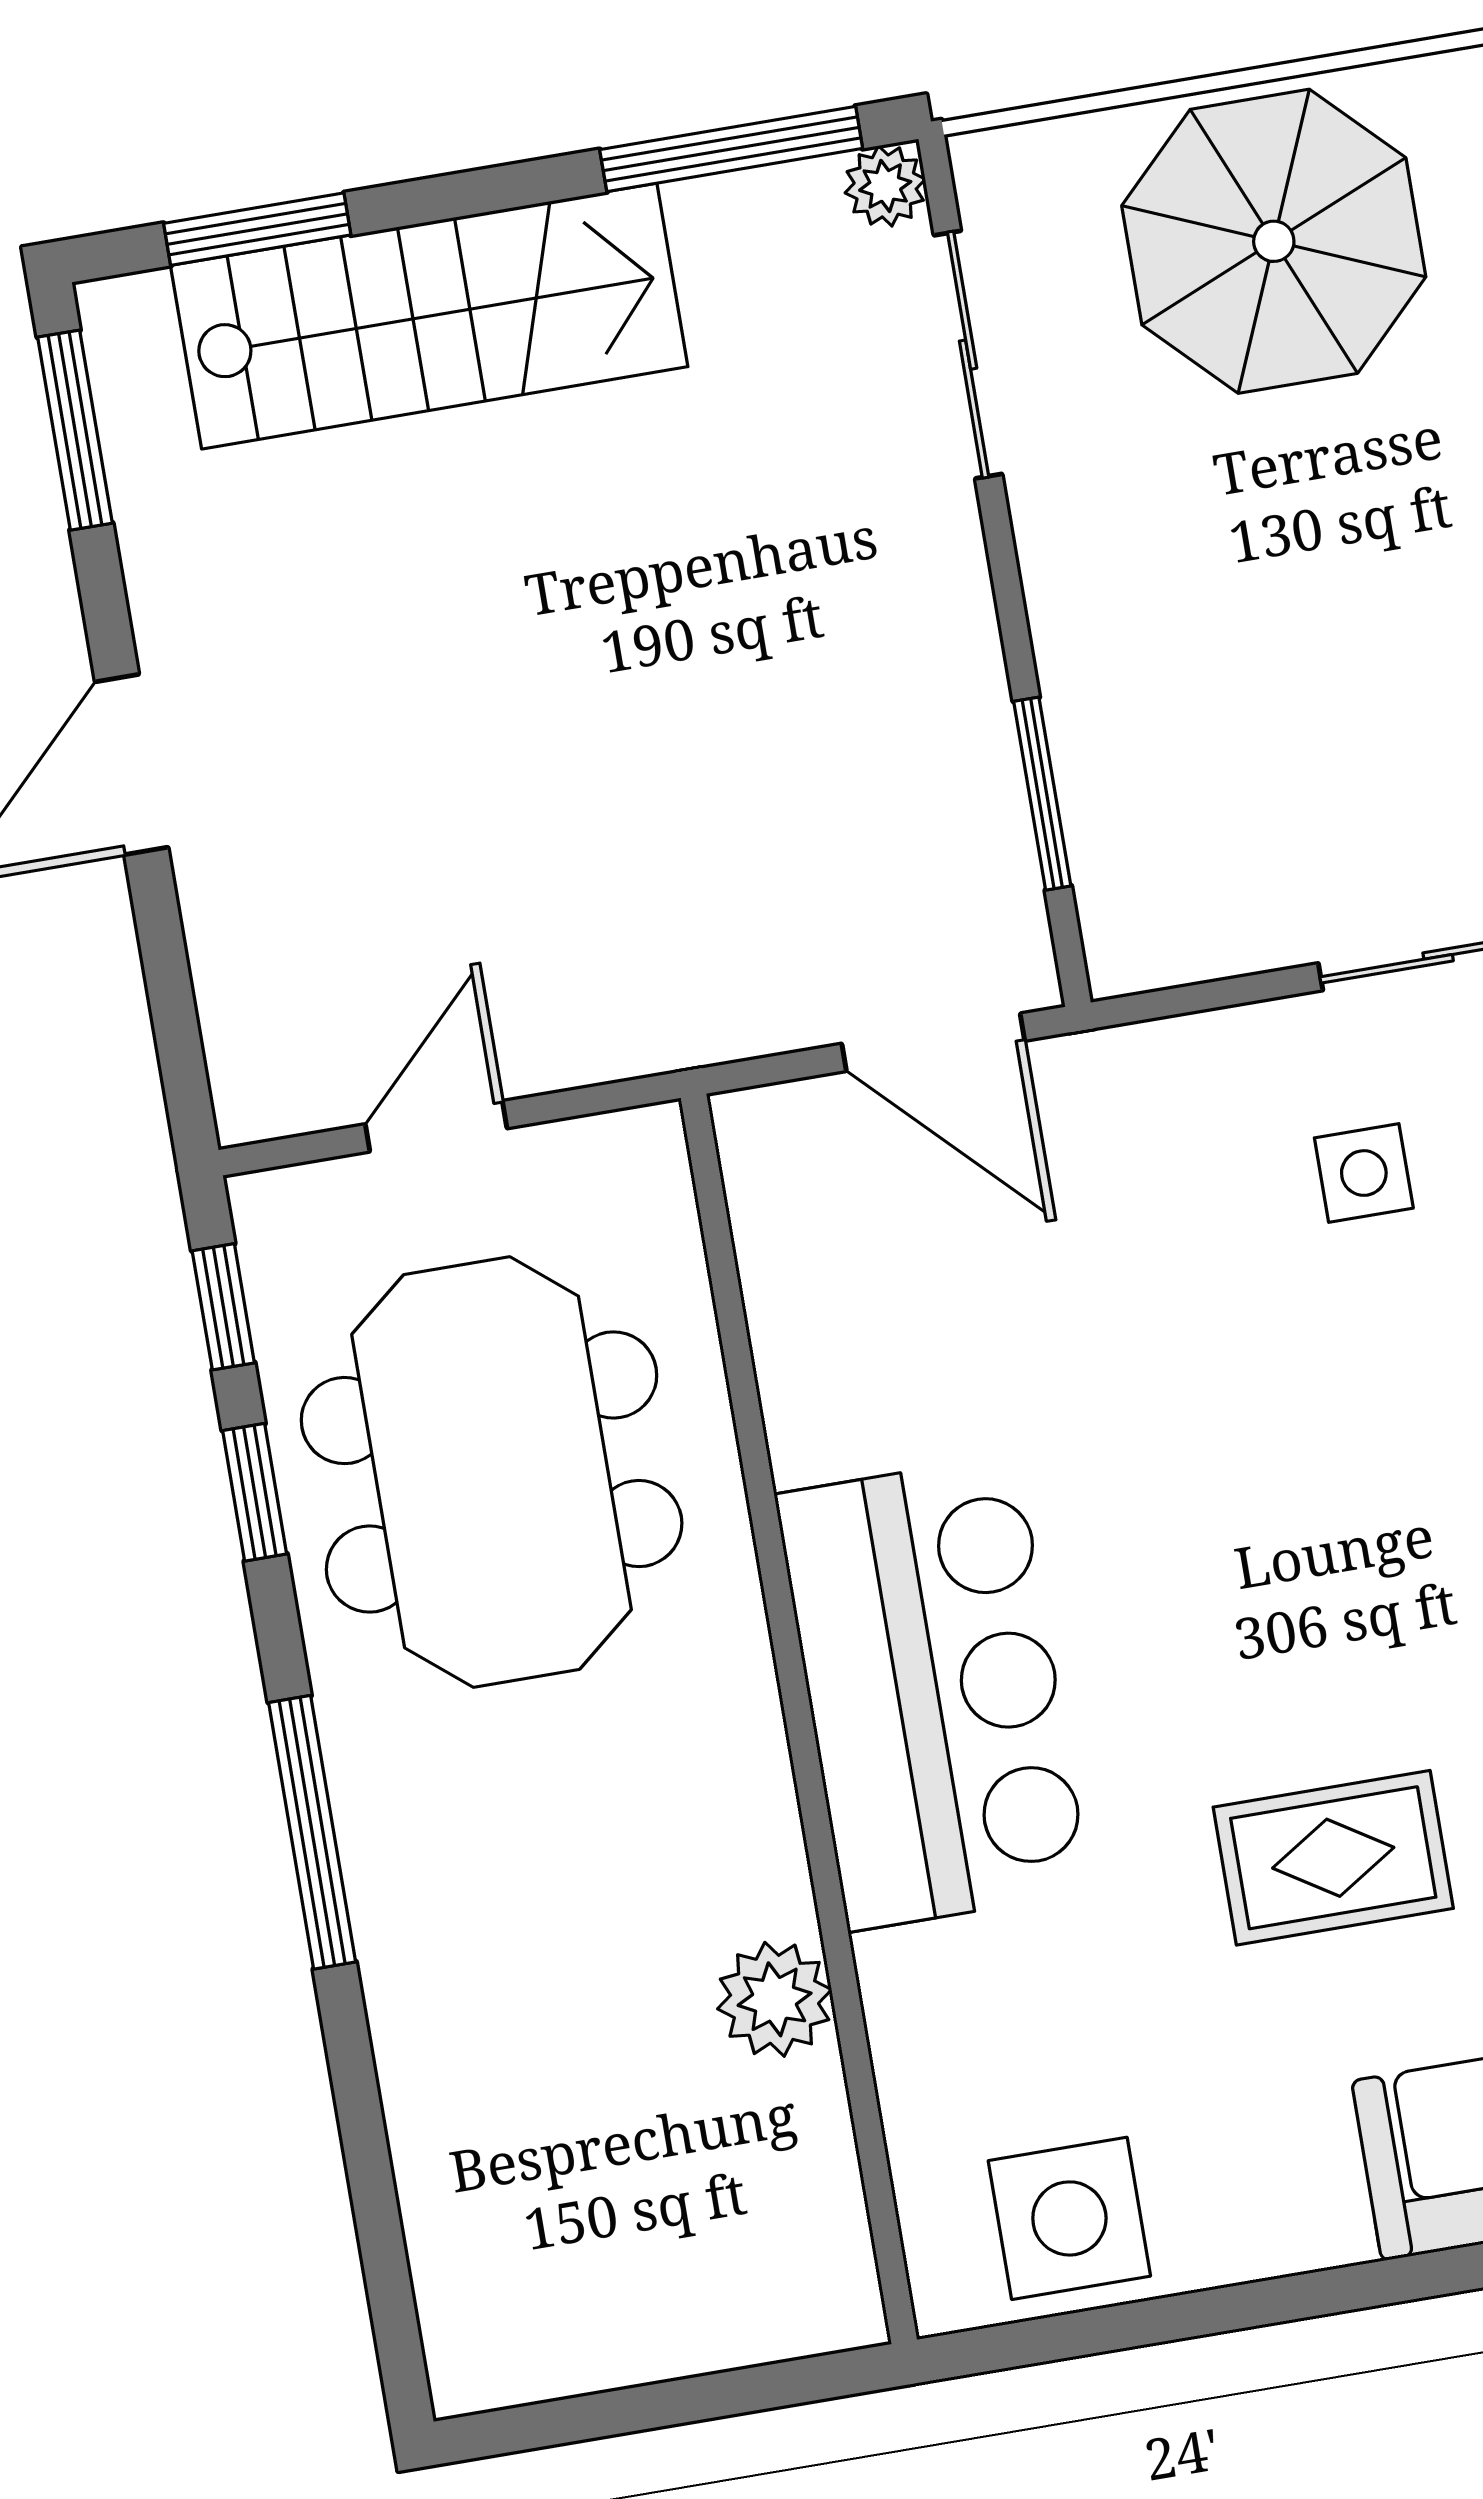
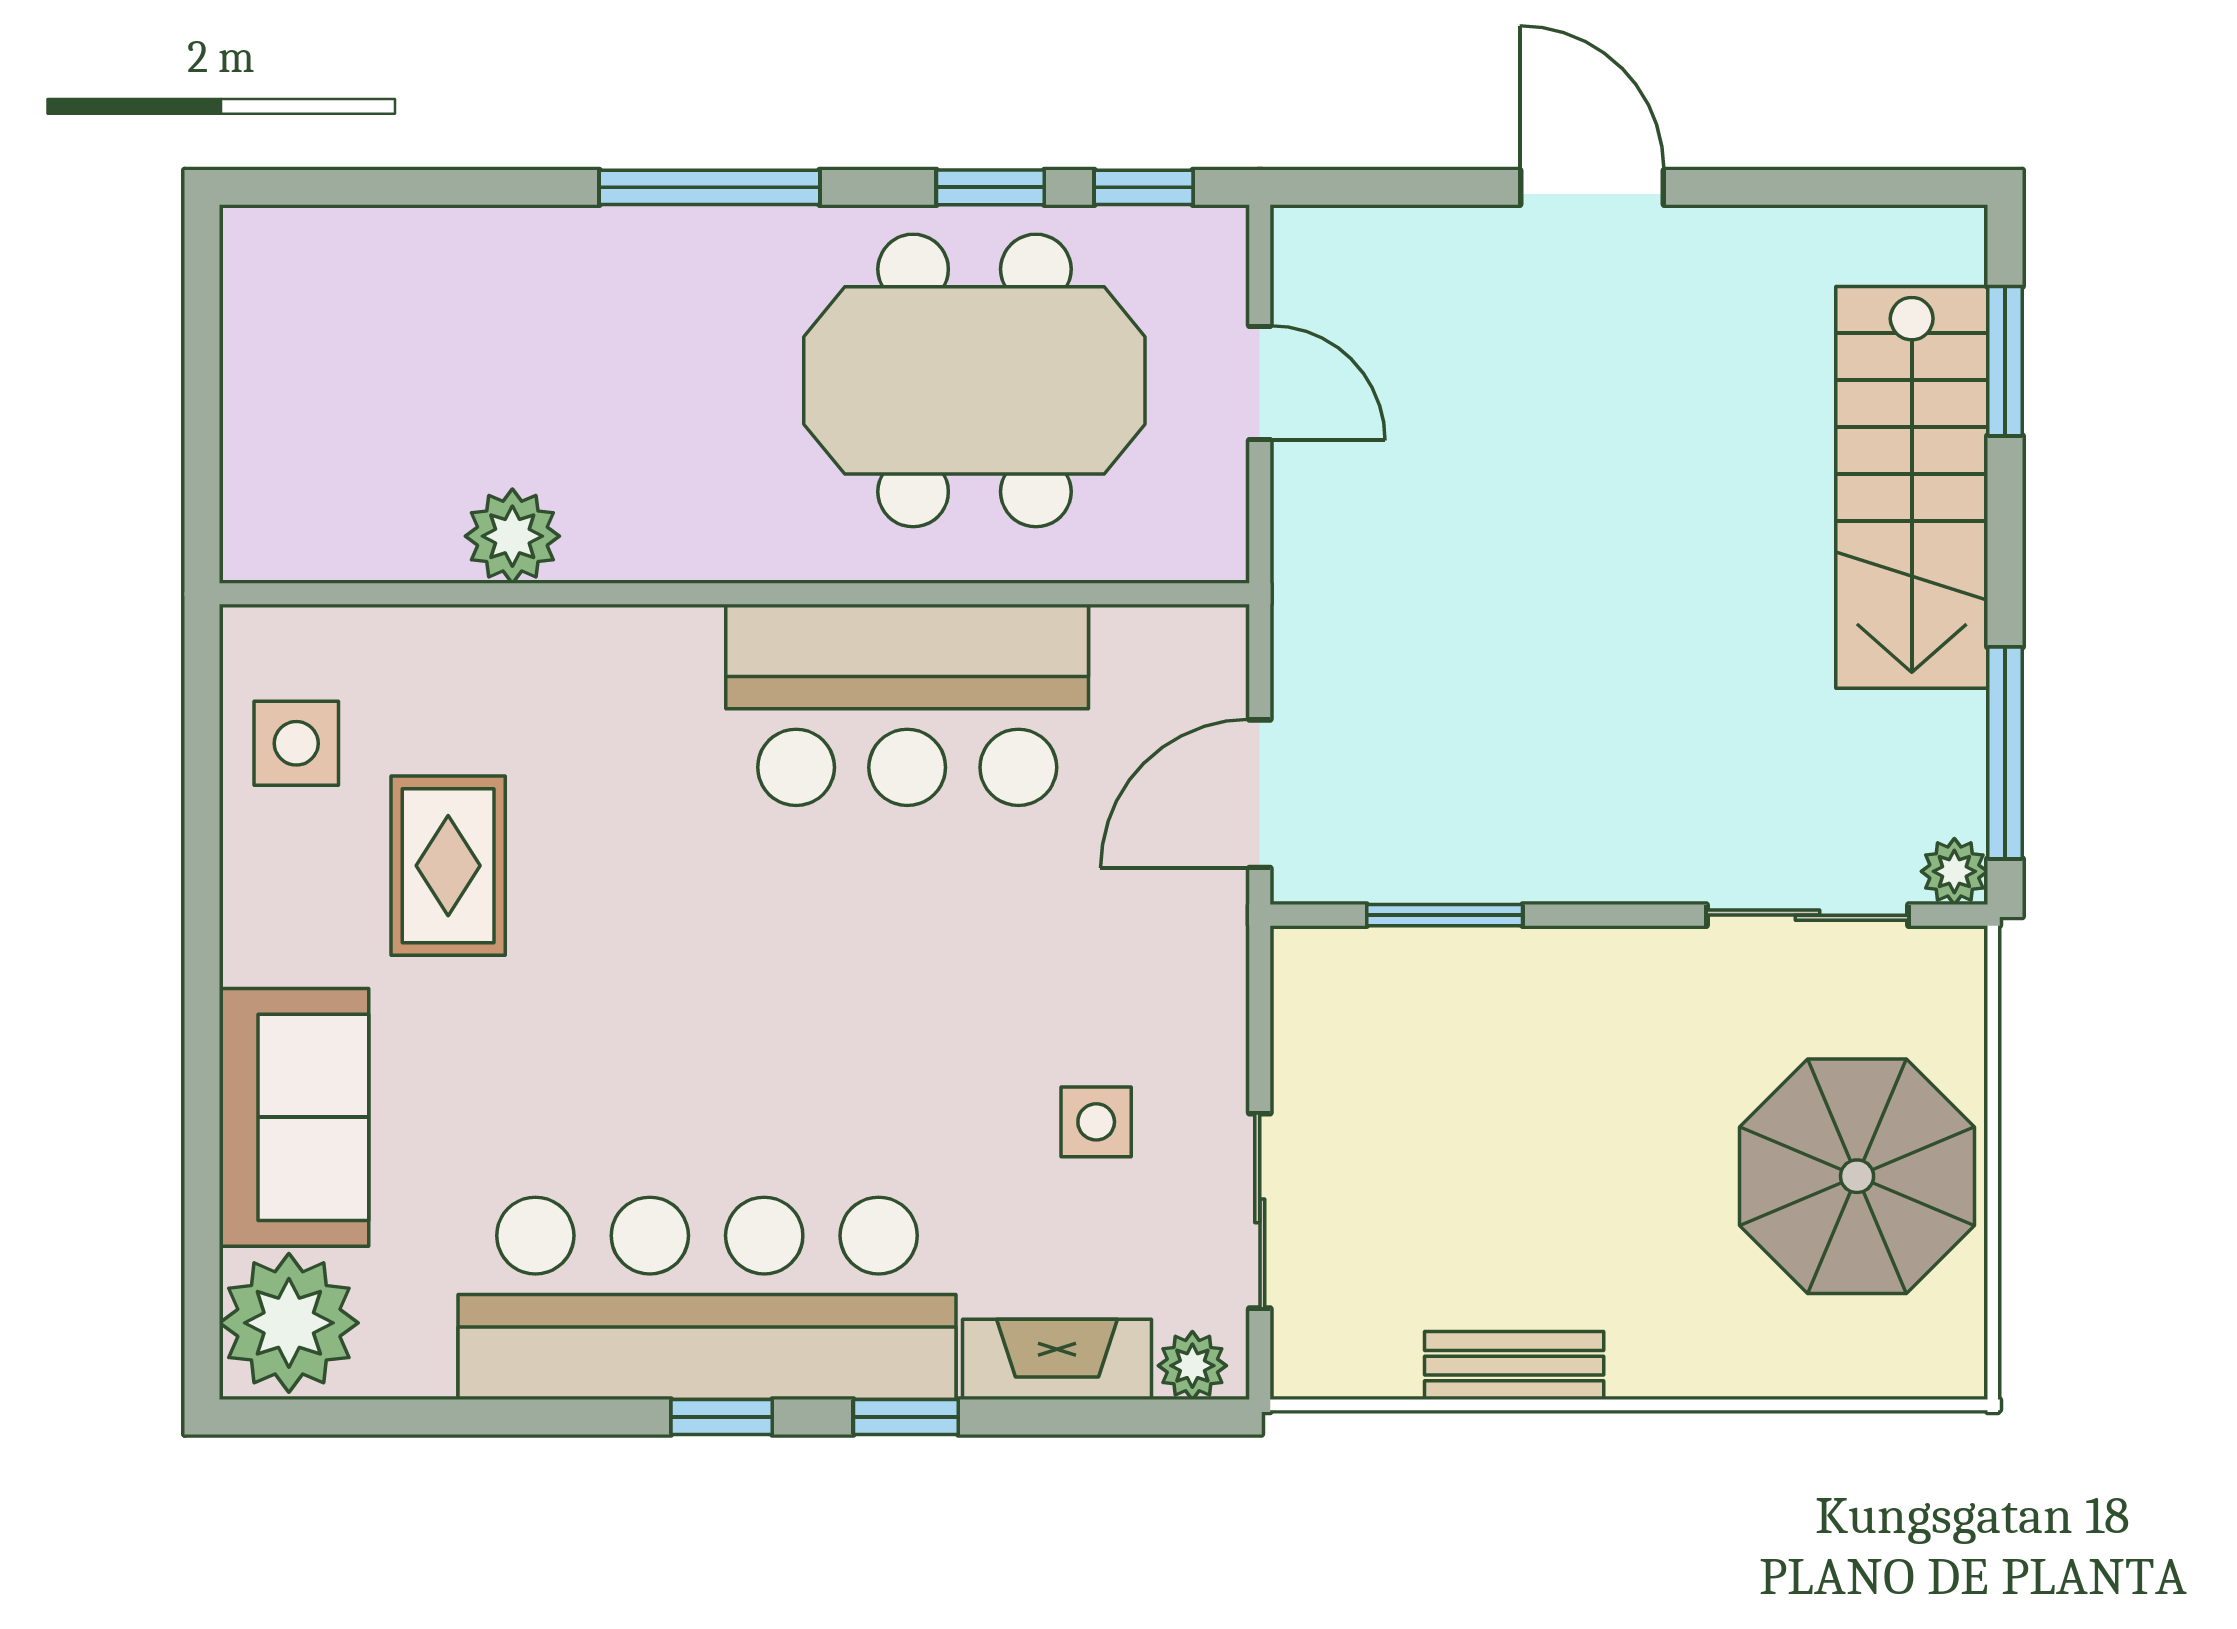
window: (75, 430) -> (1868, 187), removed
bar counter: (933, 1693) -> (907, 705), moved
rug: (1333, 1858) -> (448, 866), moved
side table: (1069, 2218) -> (296, 743), width x0.73, depth x0.73

